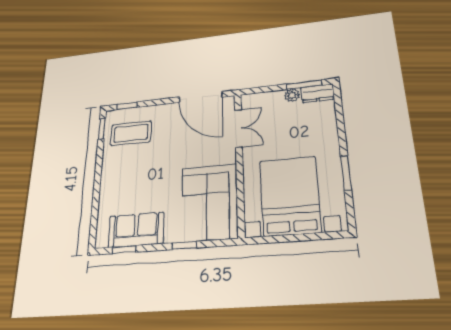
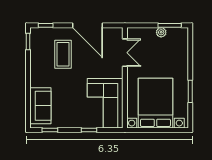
dresser: (317, 93) -> (178, 33), removed
door: (200, 97) -> (88, 25), moved
coffee table: (131, 133) -> (63, 54), moved, turned 90
sofa: (136, 230) -> (40, 106), moved, turned 90

